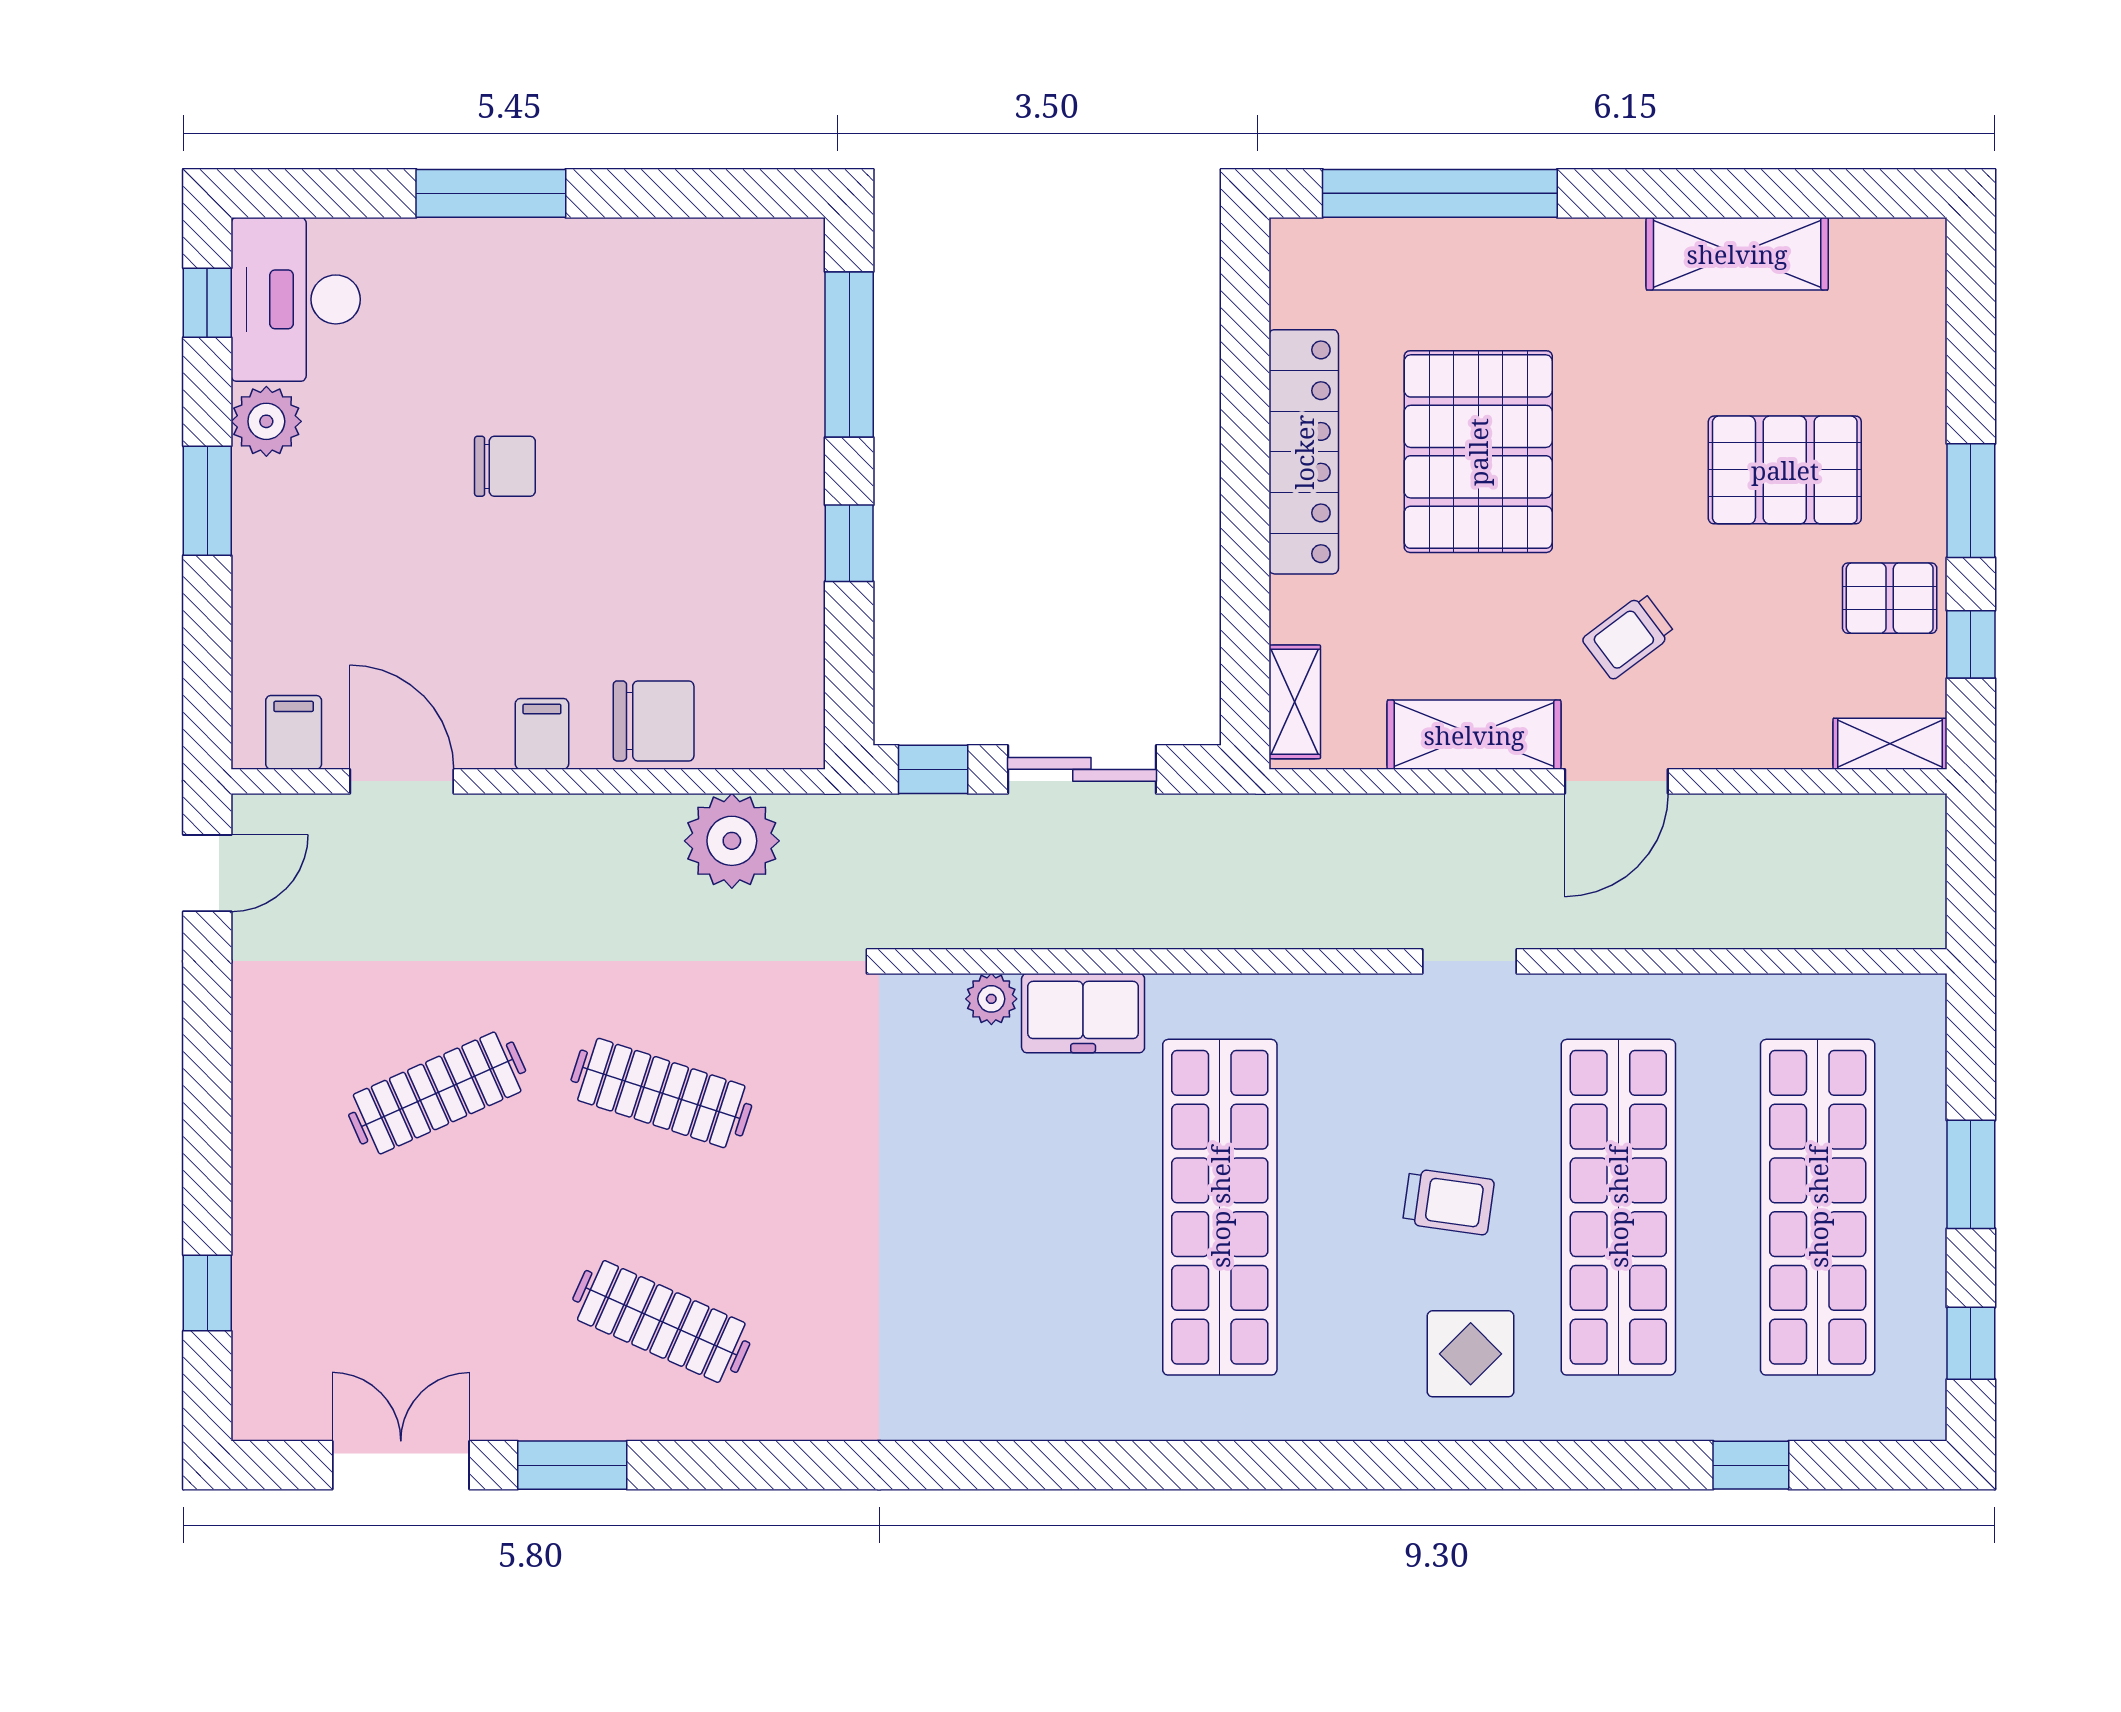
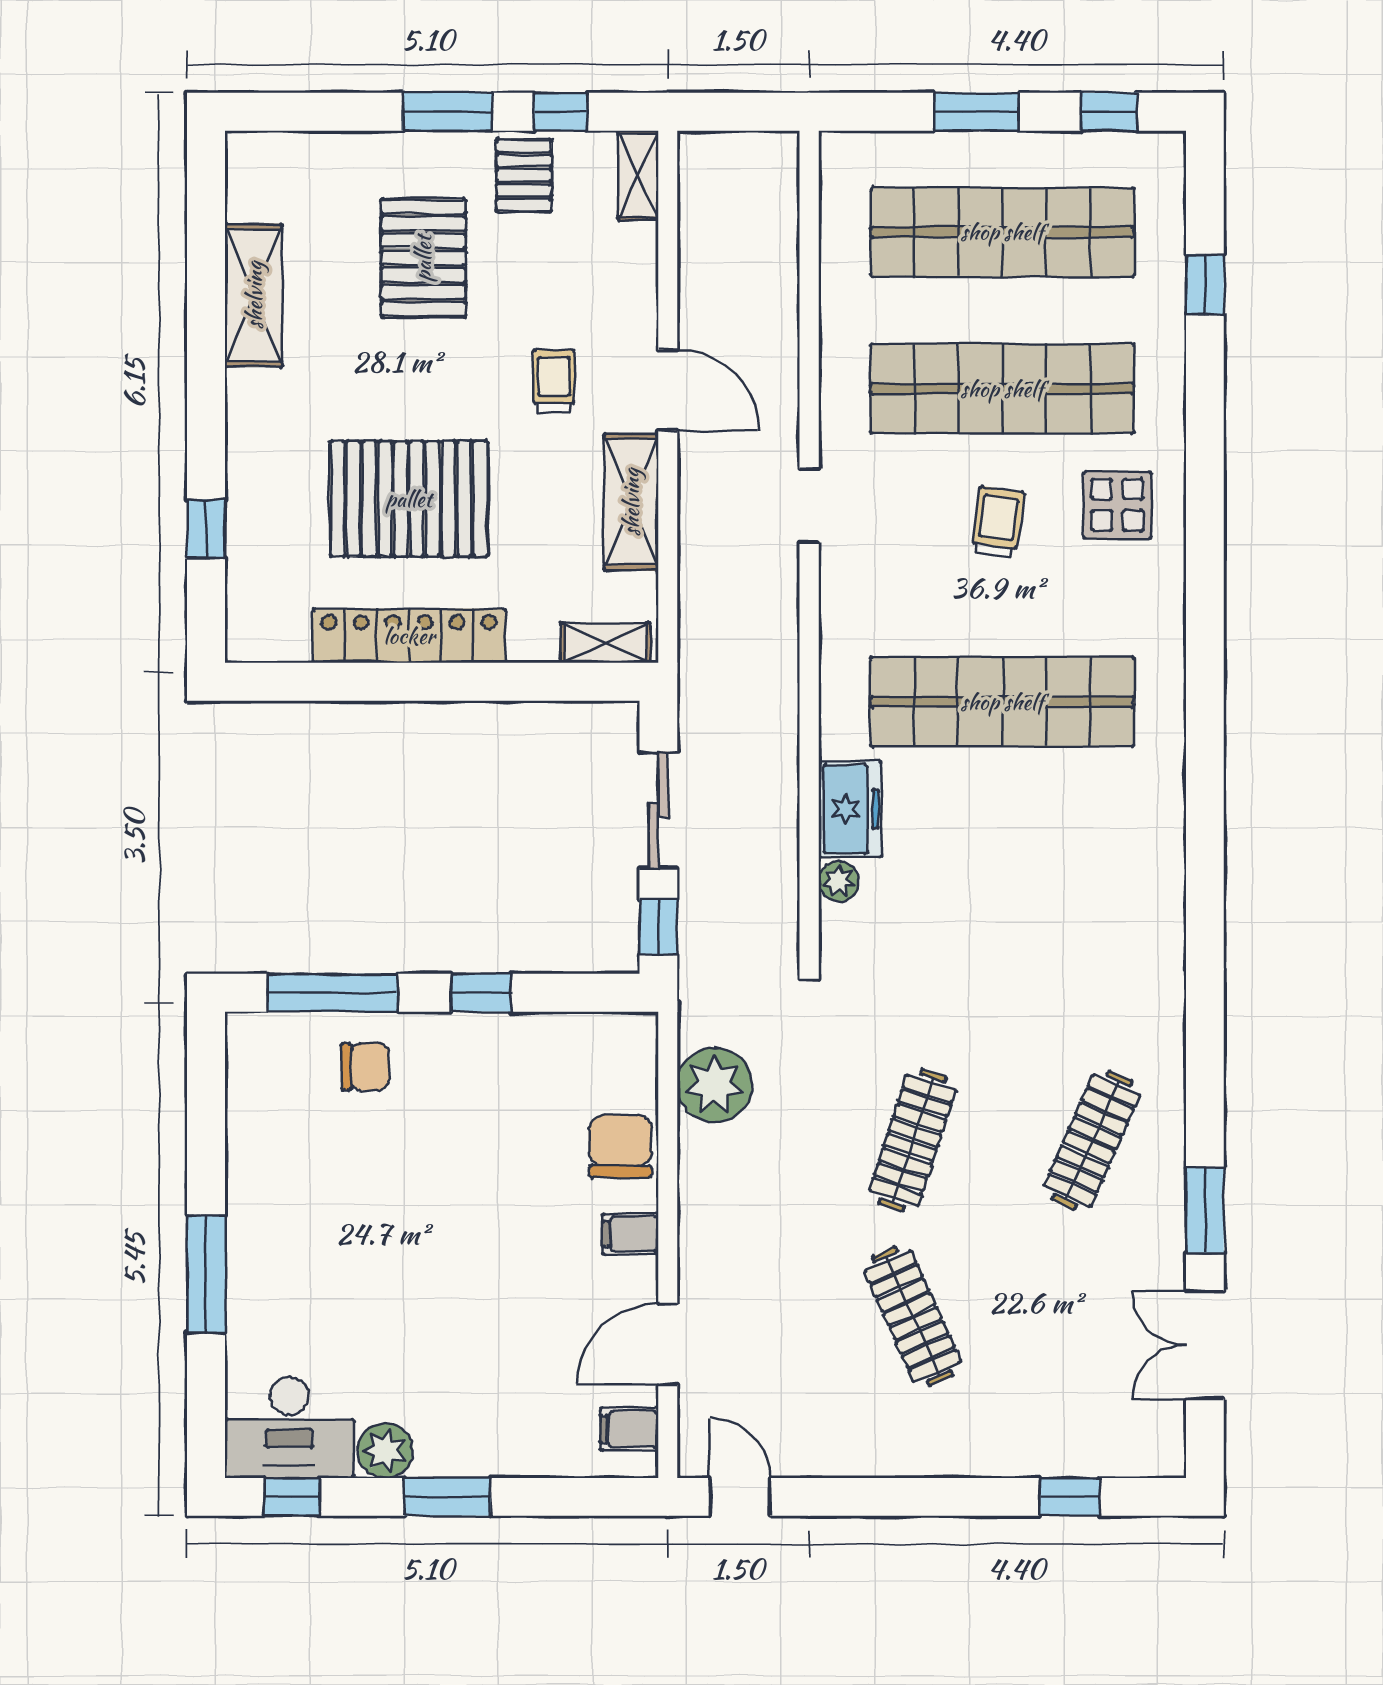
window: (1440, 193) -> (206, 529), width x0.32
chair: (505, 466) -> (365, 1067), moved, turned 90
trolley: (1628, 636) -> (554, 381), turned -143

